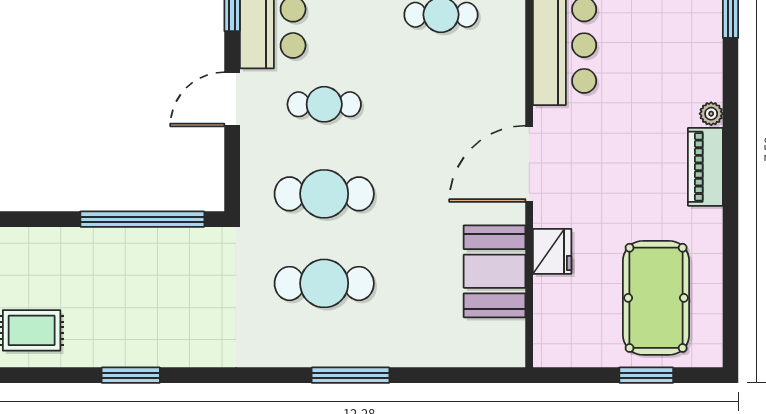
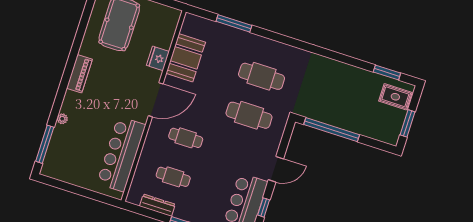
cafe table: (324, 104) -> (186, 138), moved
plant: (711, 114) -> (62, 119), moved
window: (131, 375) -> (387, 73), moved
window: (350, 375) -> (234, 23), moved

